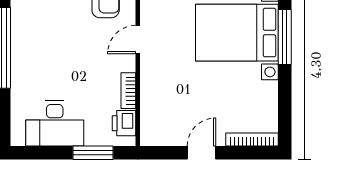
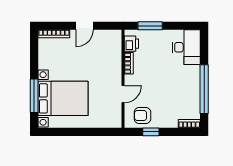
desk: (55, 123) -> (186, 47), moved, turned 90

